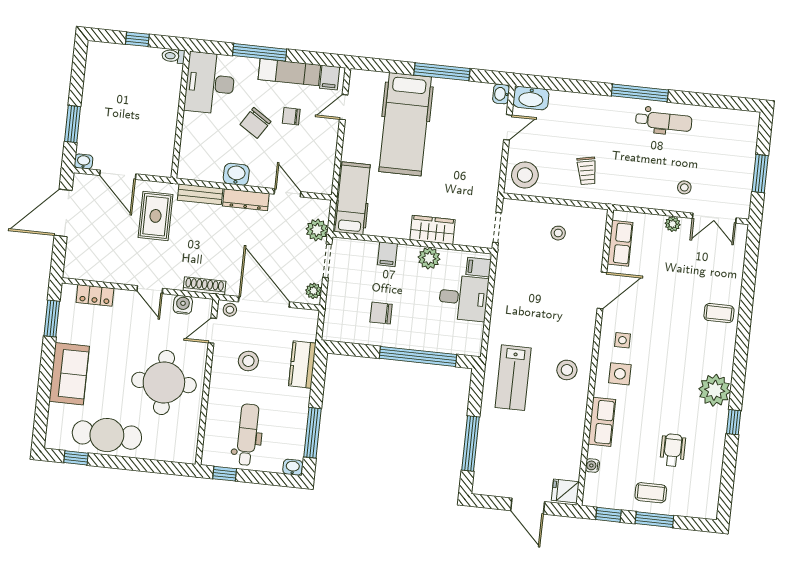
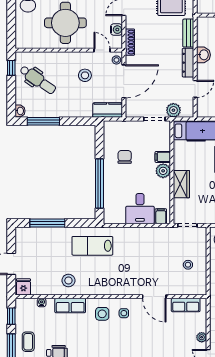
plant: (429, 258) -> (163, 171), moved
plant: (314, 291) -> (134, 112), removed
kitchen counter: (302, 365) -> (108, 110), moved
stool: (567, 370) -> (68, 281), moved
dental chair: (247, 435) -> (38, 80), turned 35

